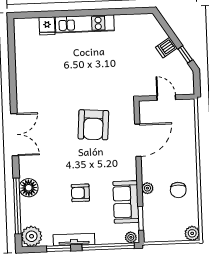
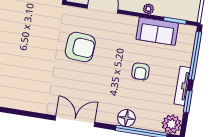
plant: (131, 237) -> (191, 33), removed

